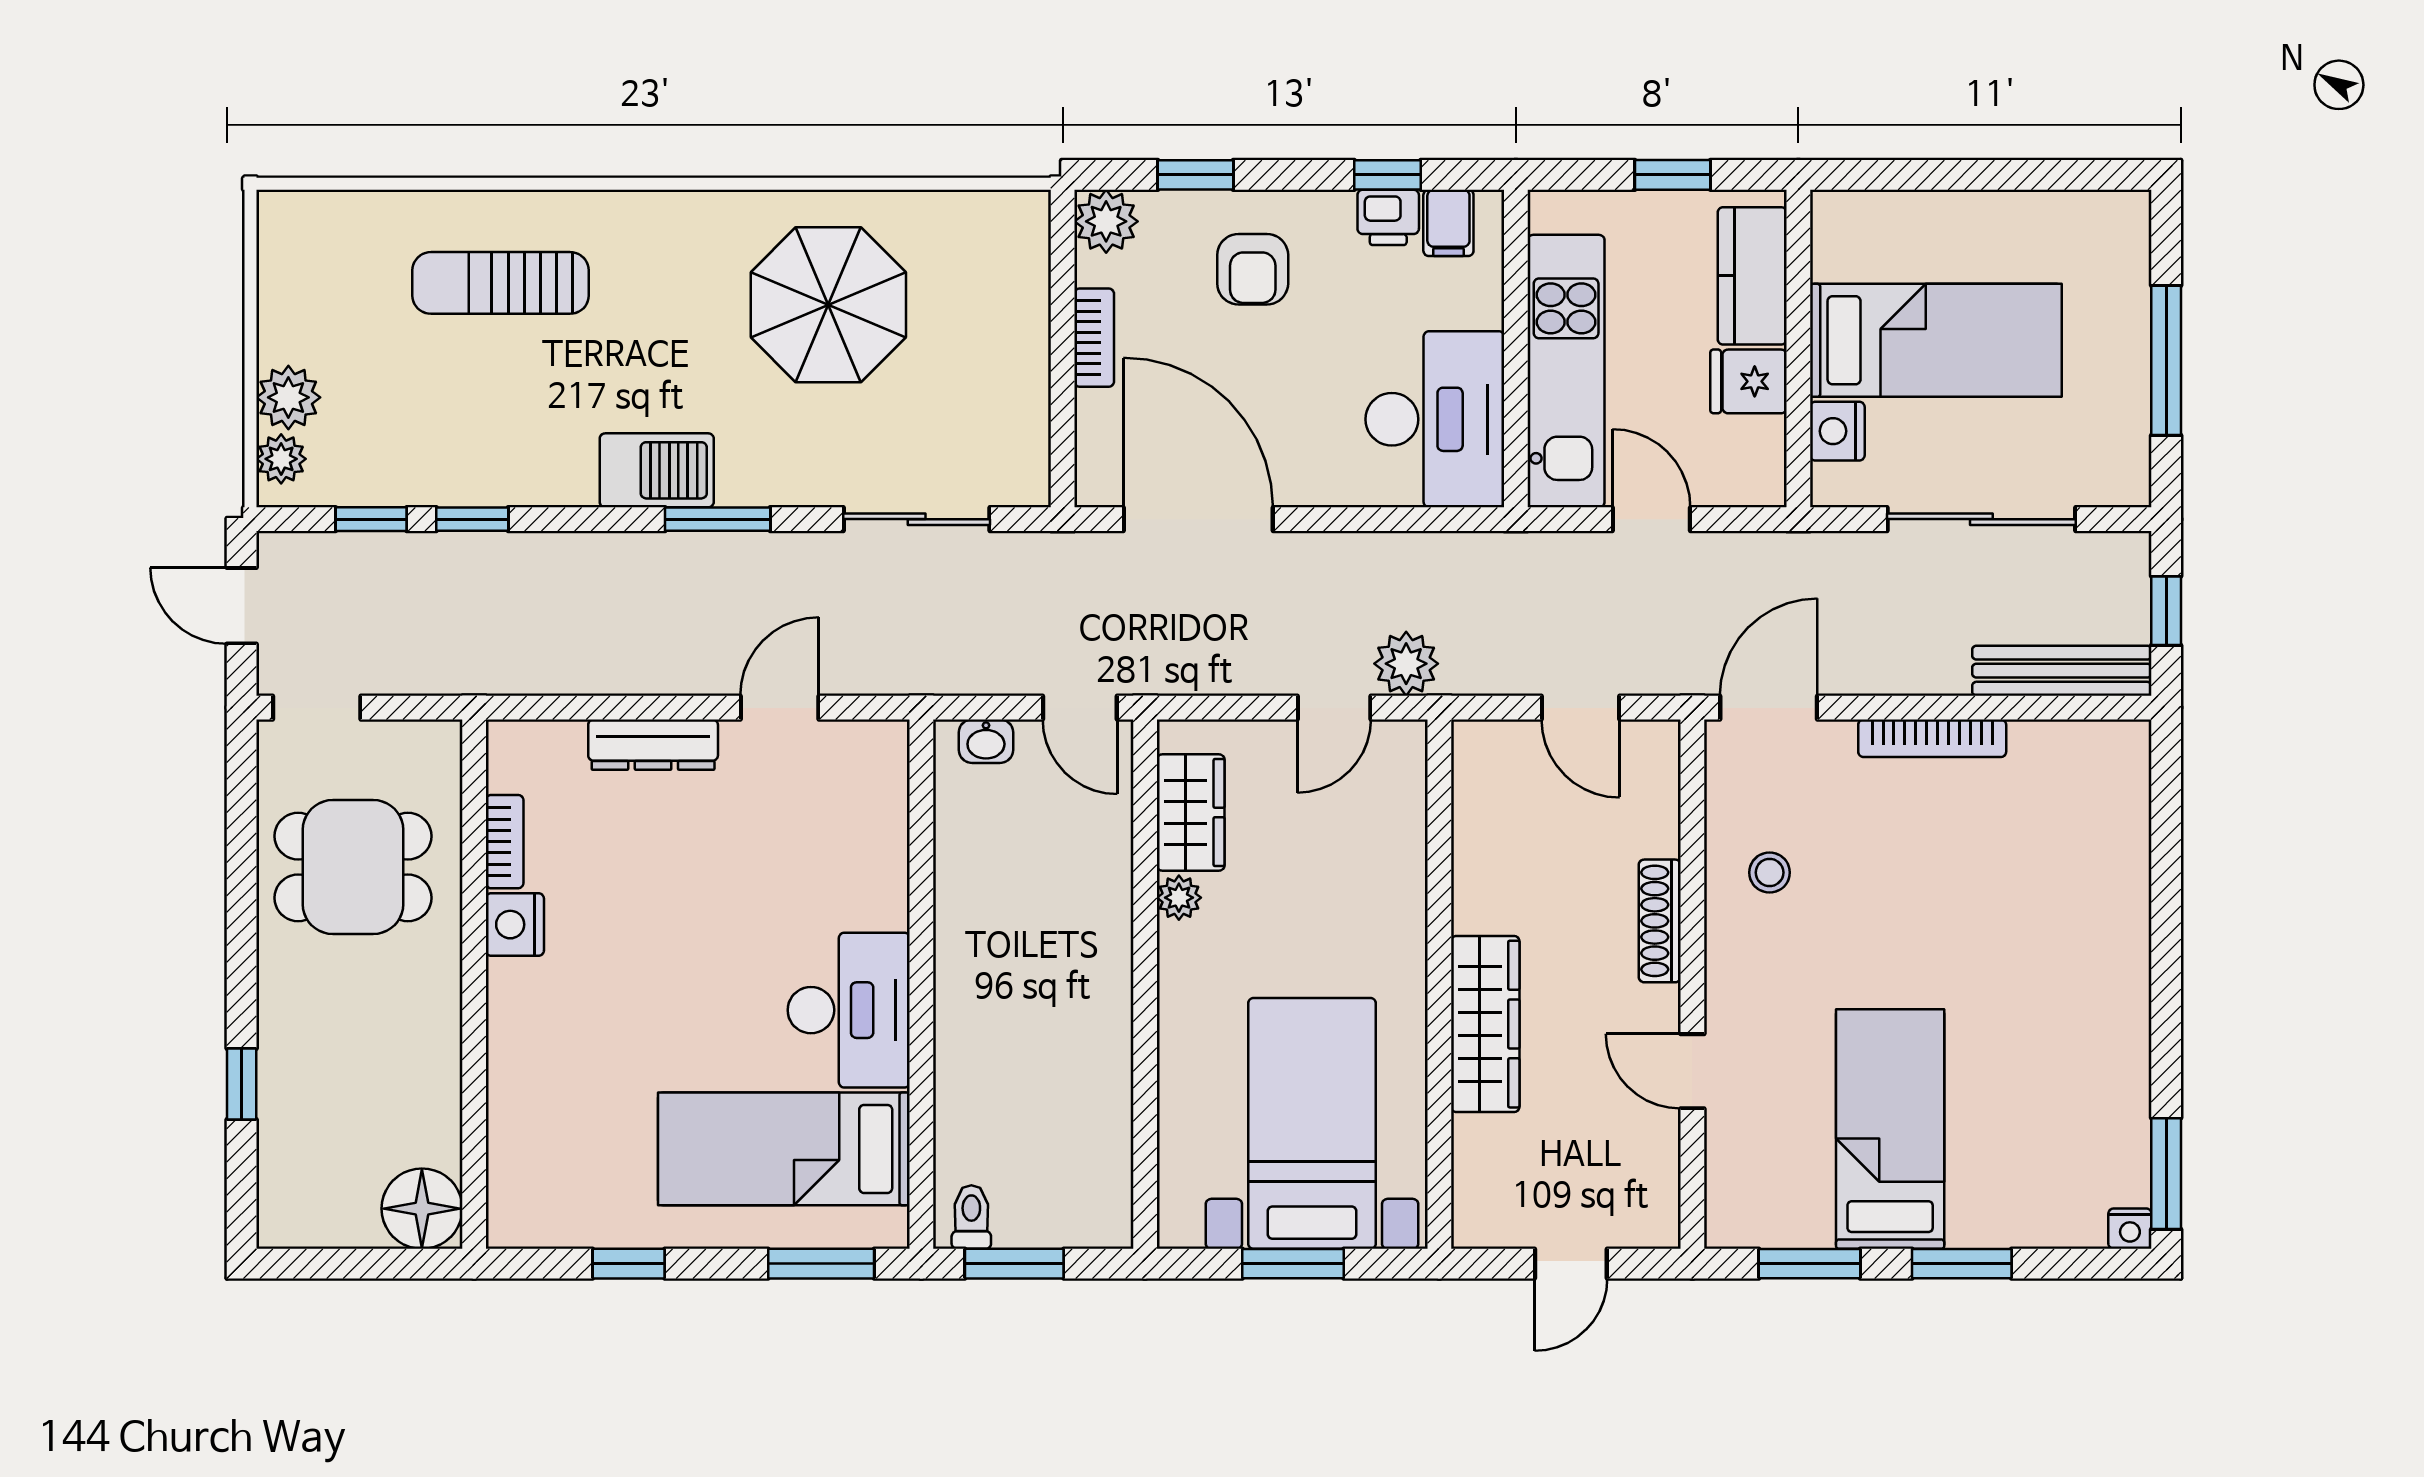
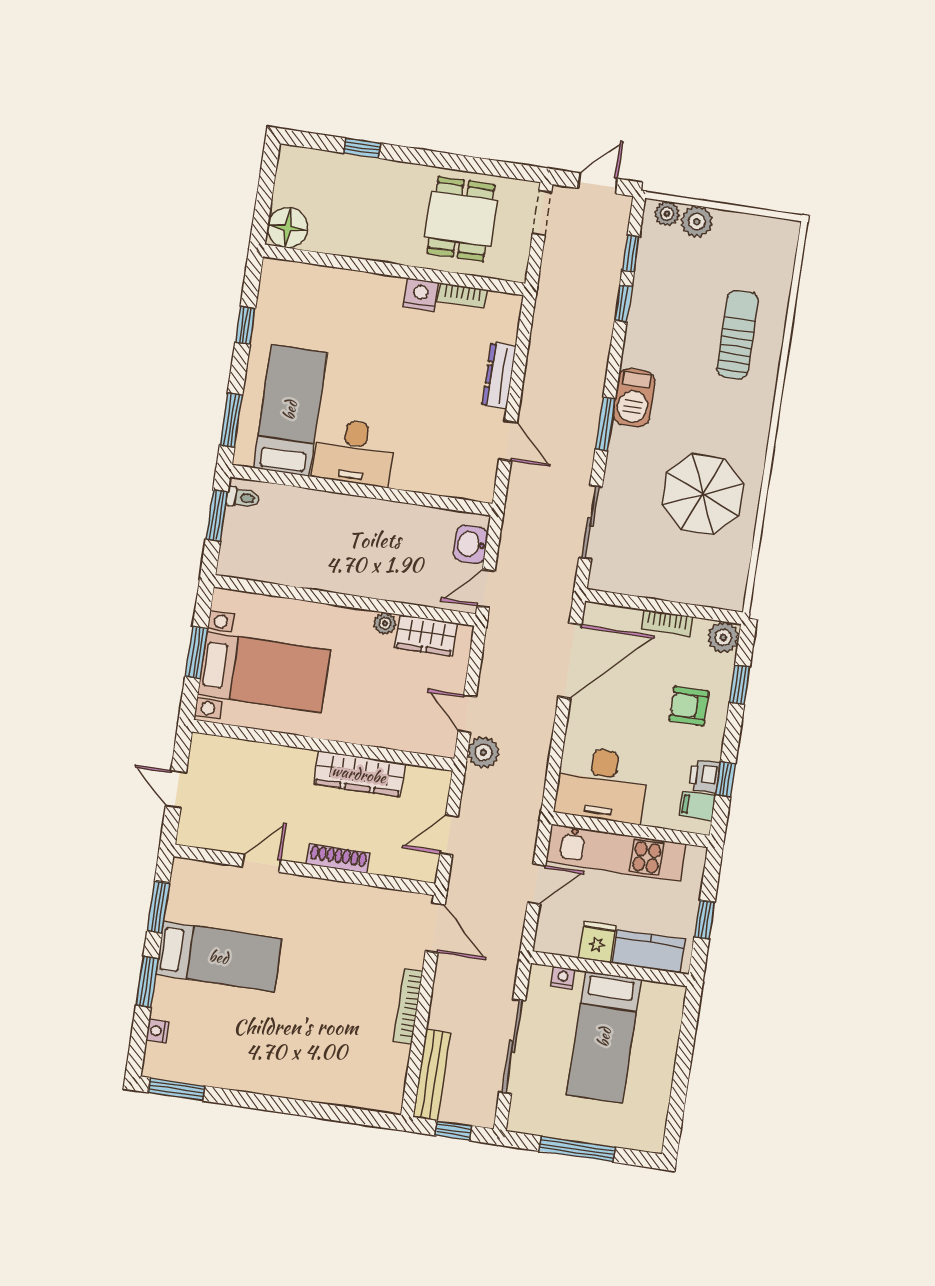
nightstand: (1837, 431) -> (563, 978), width x0.72, depth x0.74
washbasin: (986, 741) -> (471, 544), width x1.38, depth x1.45
stool: (1770, 873) -> (354, 916), removed
wardrobe: (1485, 1024) -> (359, 774), moved
nightstand: (2130, 1229) -> (157, 1031), moved

